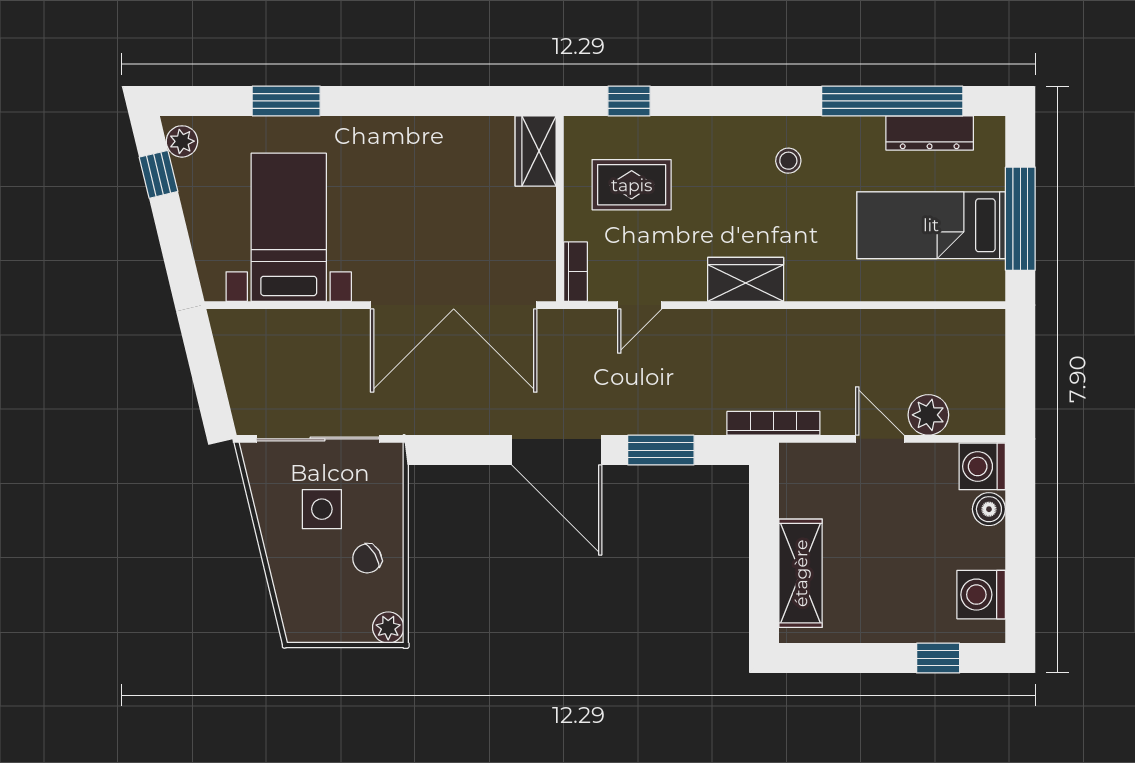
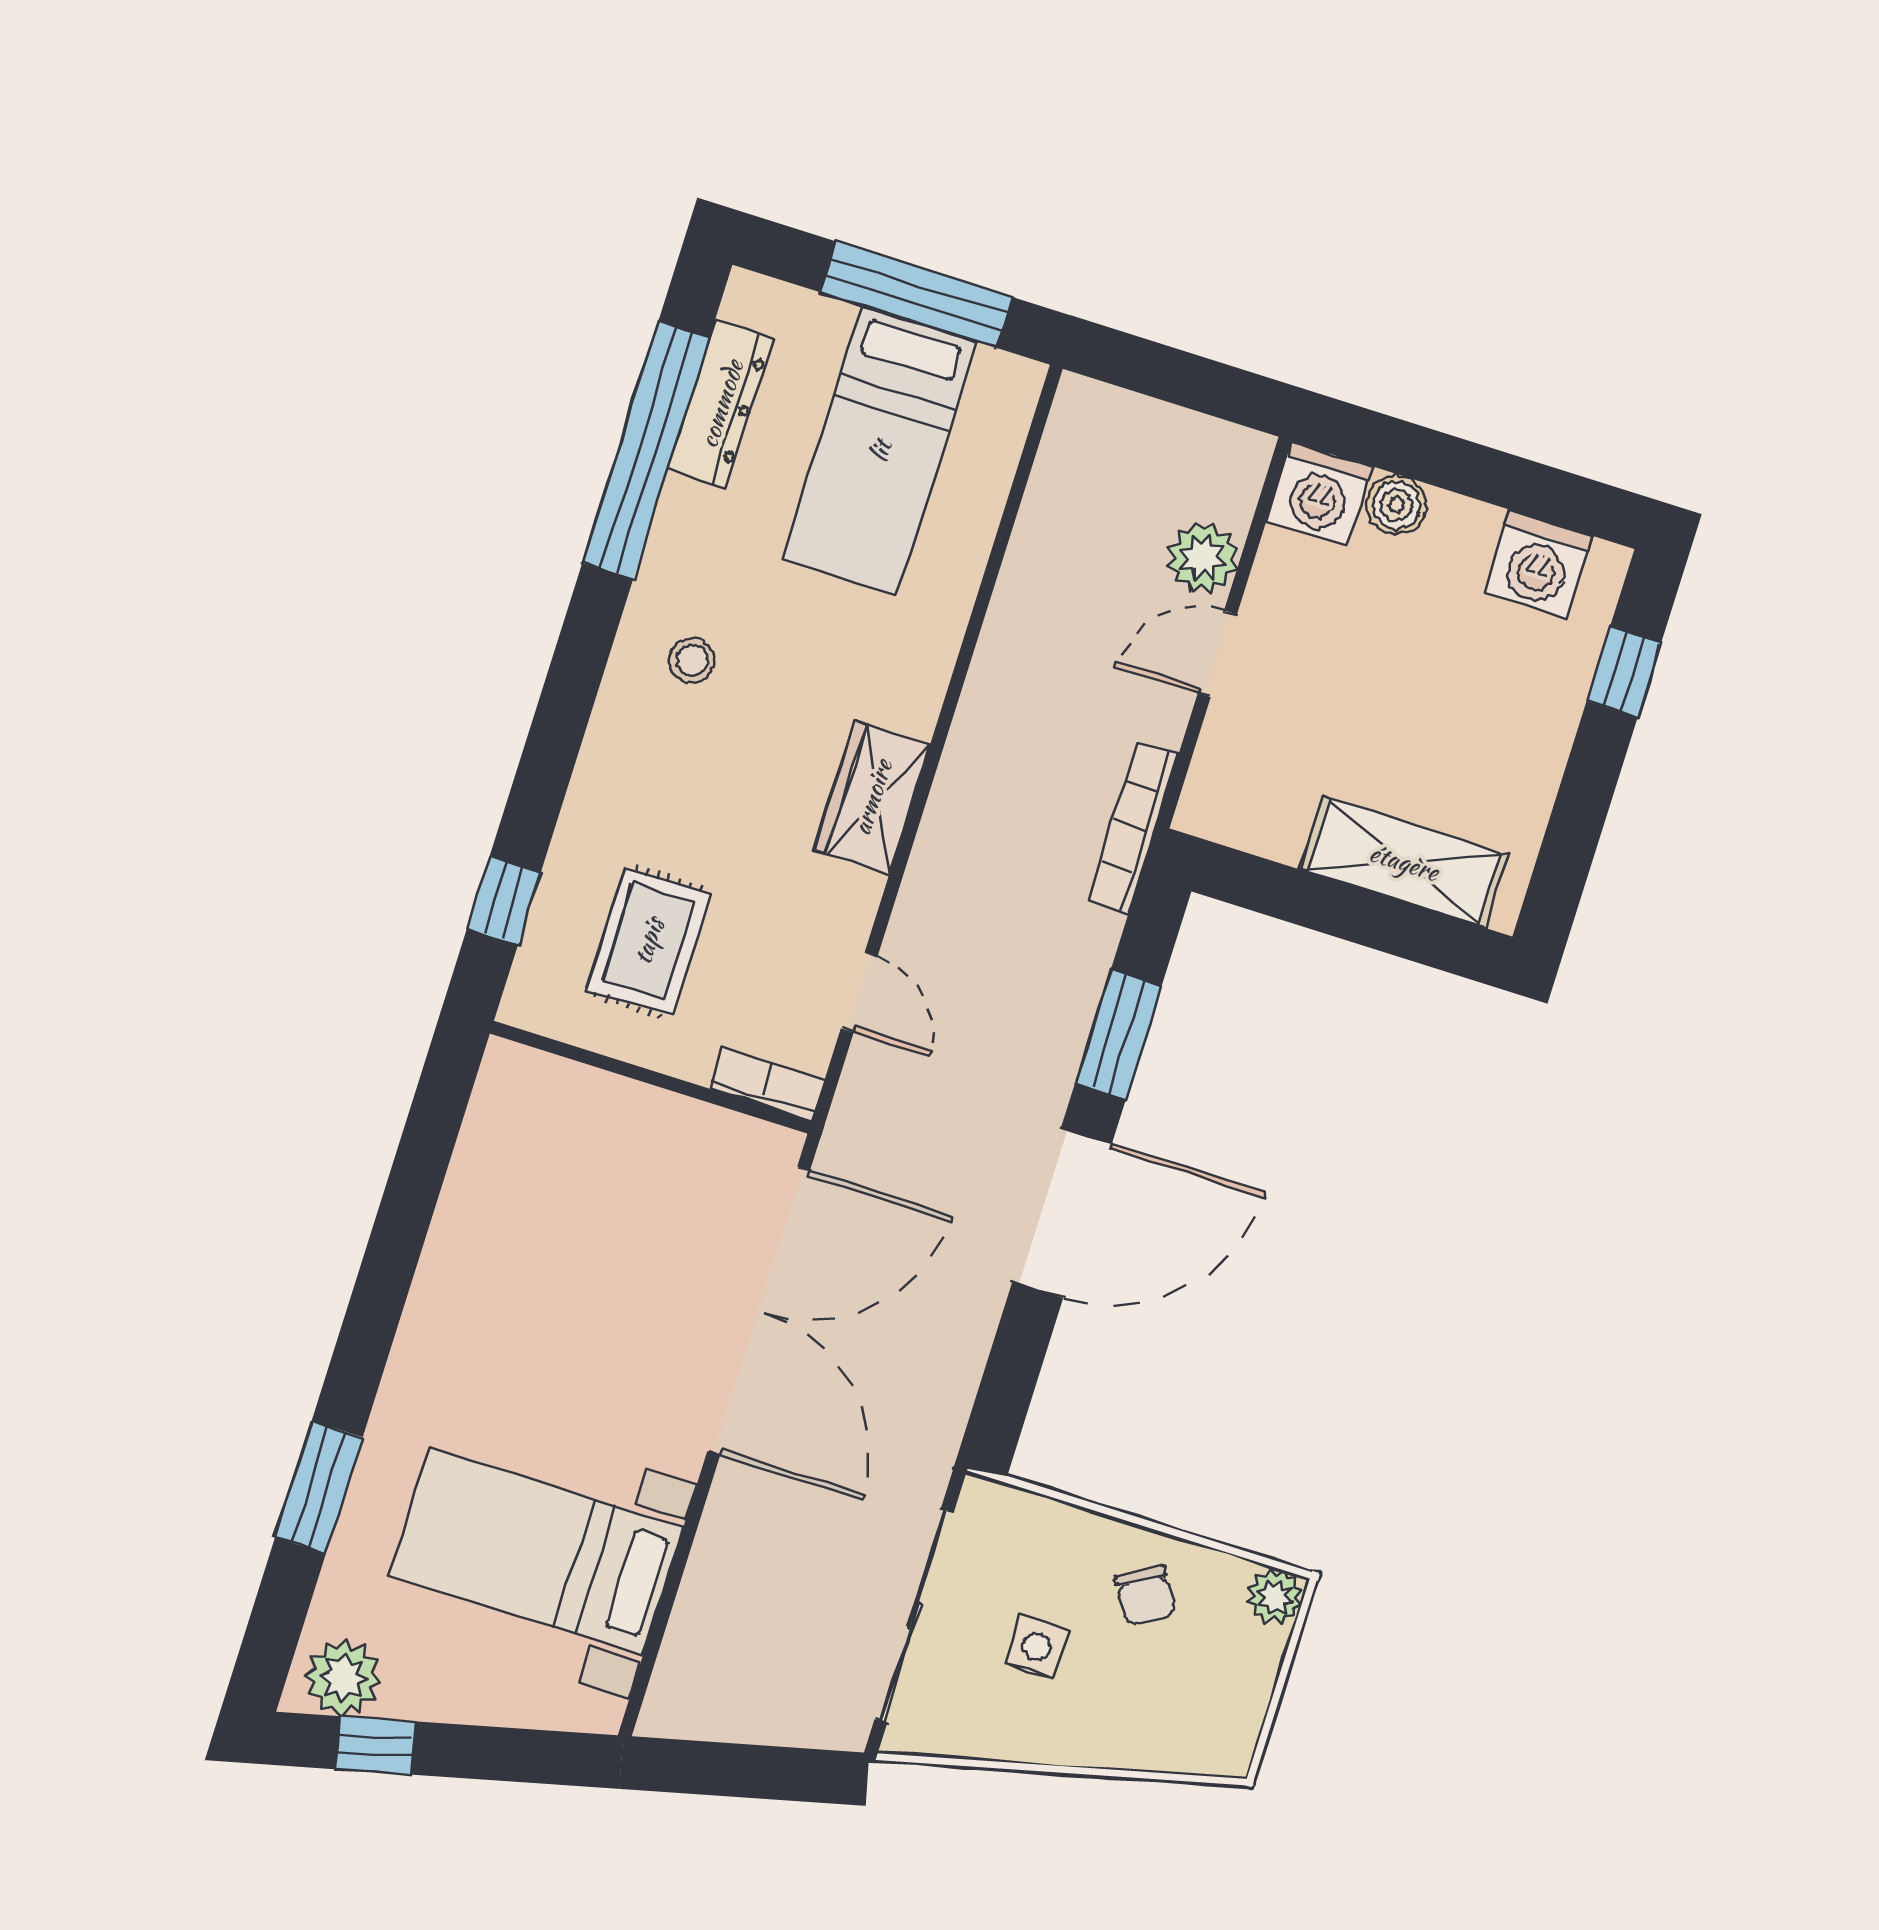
plant: (182, 141) -> (343, 1678), width x1.38, depth x1.38
wardrobe: (536, 151) -> (539, 1087), removed
side table: (322, 509) -> (1037, 1646), width x0.73, depth x0.73

